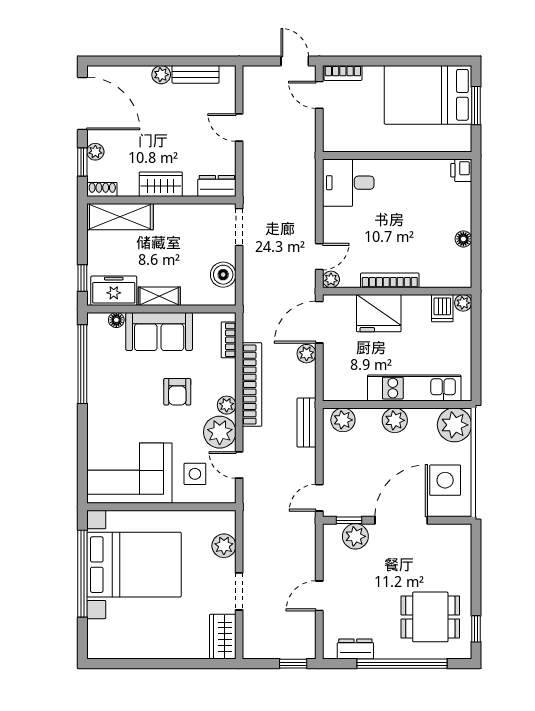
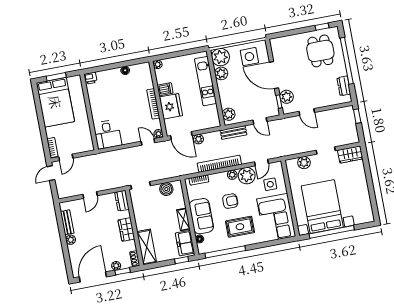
dishwasher: (442, 308) -> (165, 89), moved
rug: (125, 401) -> (240, 227), added
plant: (395, 420) -> (221, 73), moved
door: (319, 498) -> (260, 121), moved
door: (319, 596) -> (307, 112), moved

